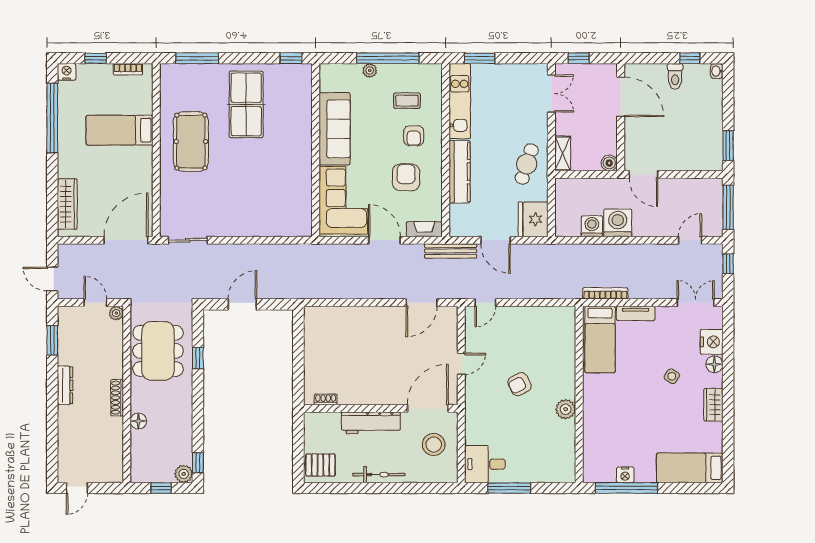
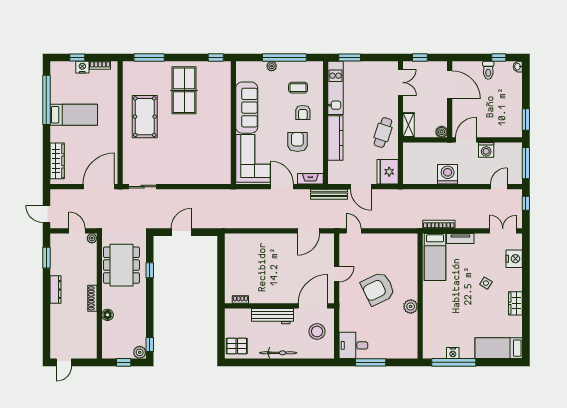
nightstand: (67, 72) -> (82, 67), moved
bed: (119, 130) -> (74, 115), moved, turned 180
door: (643, 174) -> (466, 140), swing flipped
washing machine: (592, 226) -> (486, 150), moved, turned 180
door: (485, 303) -> (354, 231), swing flipped
floor lamp: (714, 364) -> (516, 275), removed
armchair: (519, 384) -> (378, 289), width x1.88, depth x1.88

